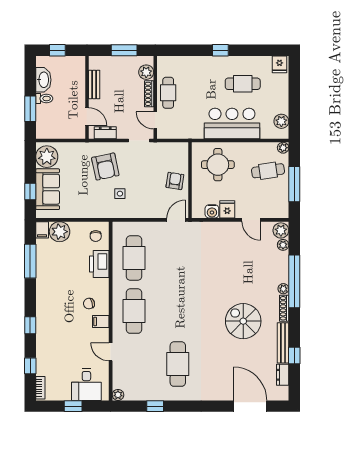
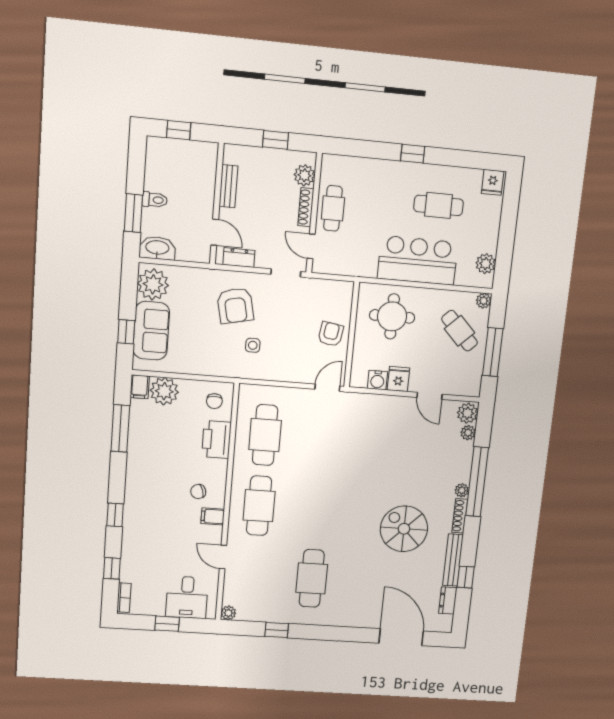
window: (124, 50) -> (275, 140), width x0.67
washbasin: (43, 80) -> (157, 248), moved, turned -90
cafe table: (268, 171) -> (460, 331), turned 54

